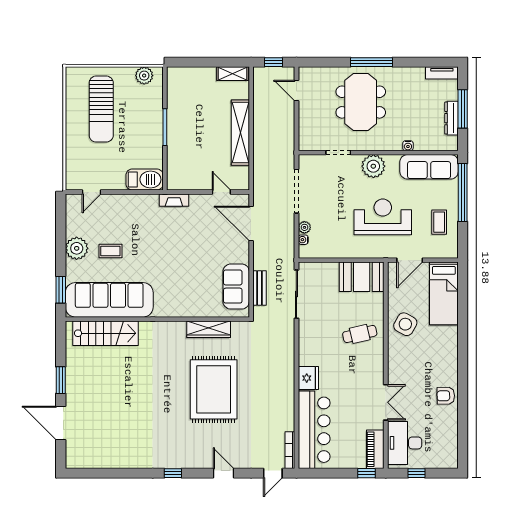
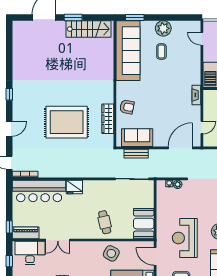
reception desk: (383, 217) -> (185, 238), turned 180
armchair: (191, 301) -> (127, 107), added
stairs: (105, 333) -> (89, 29), moved, turned -90

